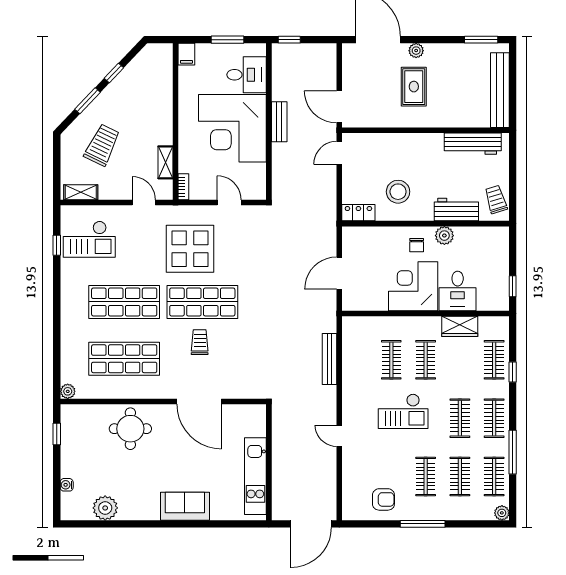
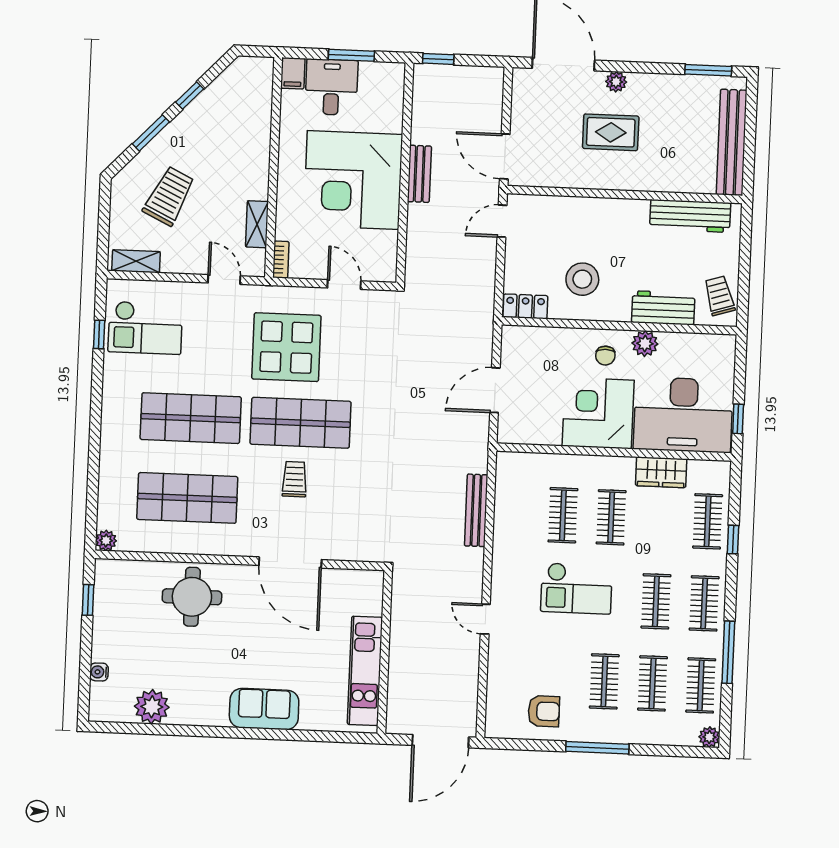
desk: (247, 75) -> (331, 87), moved, turned -90
rug: (414, 87) -> (611, 132), turned 90
desk: (458, 291) -> (683, 415), width x1.87, depth x1.30

